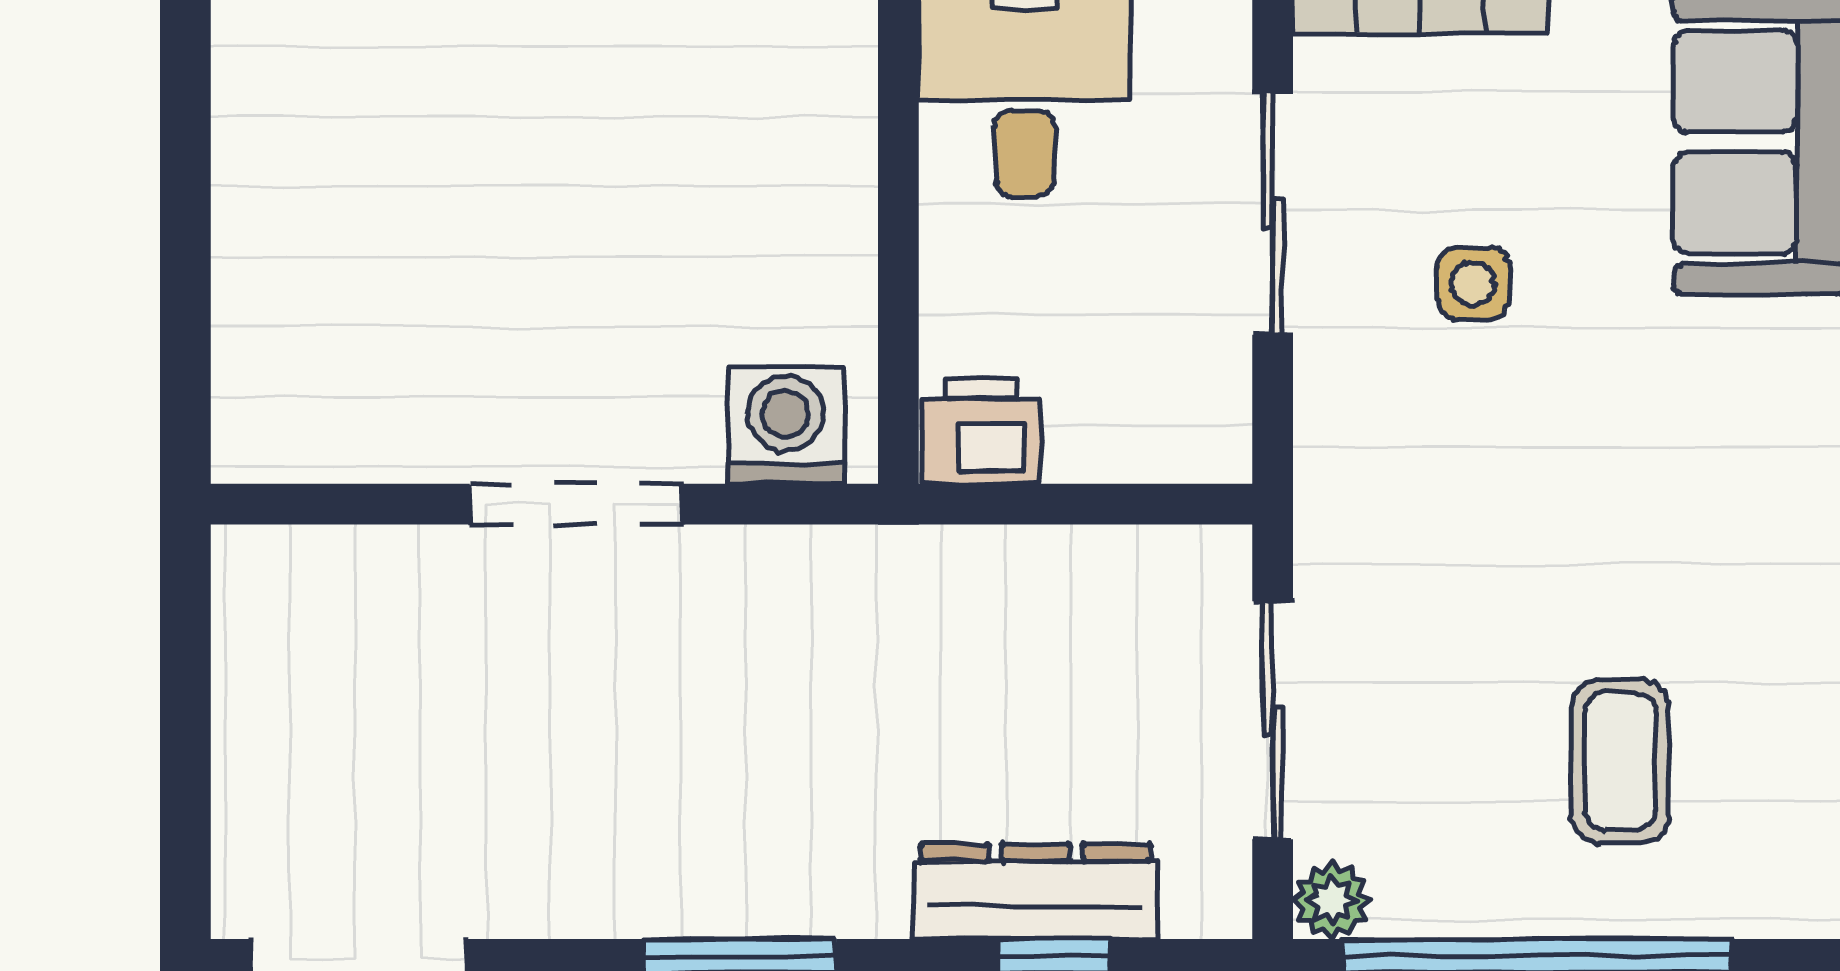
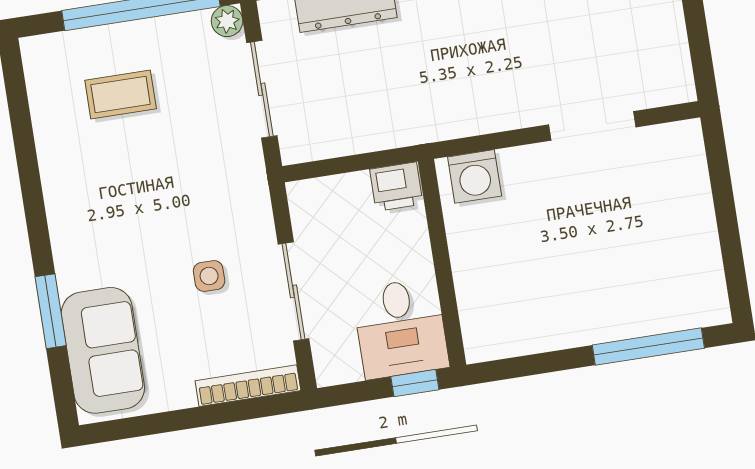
doorway: (576, 504) -> (592, 126), moved
coffee table: (1620, 762) -> (121, 95), turned 90

